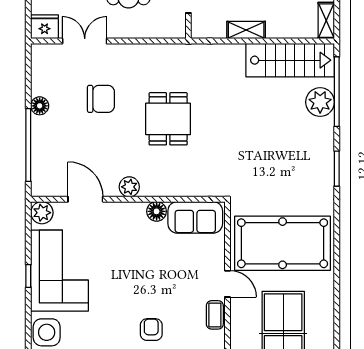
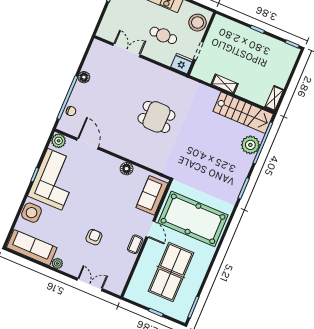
fridge: (45, 27) -> (182, 64), moved
chair: (101, 99) -> (71, 111), moved, width x0.54, depth x0.54
dining table: (168, 119) -> (156, 117), turned 90
plant: (129, 187) -> (117, 147), removed
sofa: (195, 217) -> (152, 195), moved, turned 90

